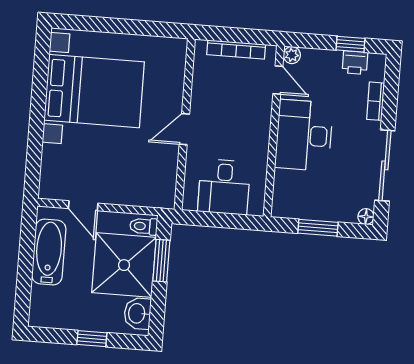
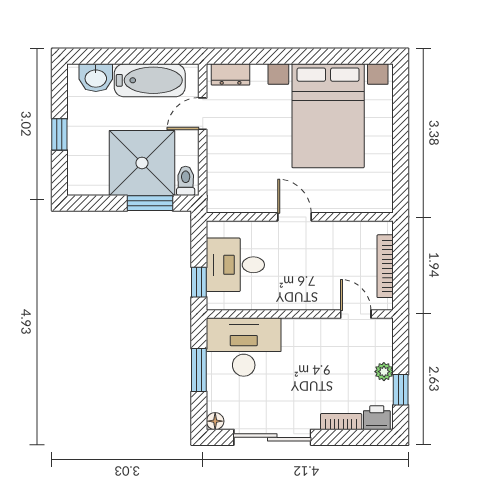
plant: (292, 55) -> (384, 372), moved
printer: (355, 63) -> (377, 418), moved, turned 90
door: (278, 80) -> (356, 314), swing flipped
desk: (304, 135) -> (244, 347), moved
dresser: (49, 177) -> (231, 74), added
window: (237, 221) -> (199, 282), added
washbasin: (137, 313) -> (96, 78), moved, turned 180

